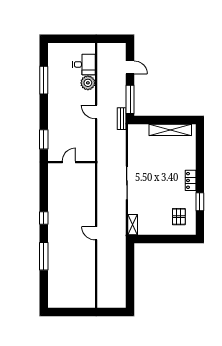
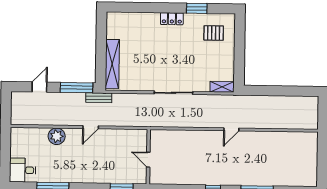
desk: (84, 64) -> (23, 170), moved, turned -90
shelving: (170, 130) -> (112, 64), moved

